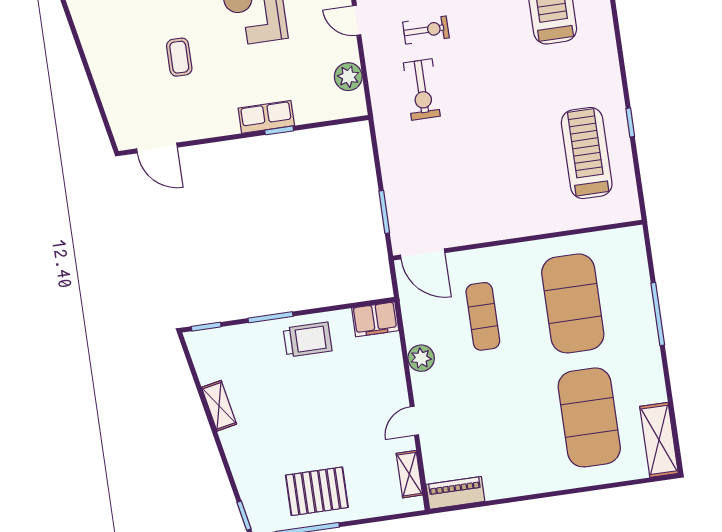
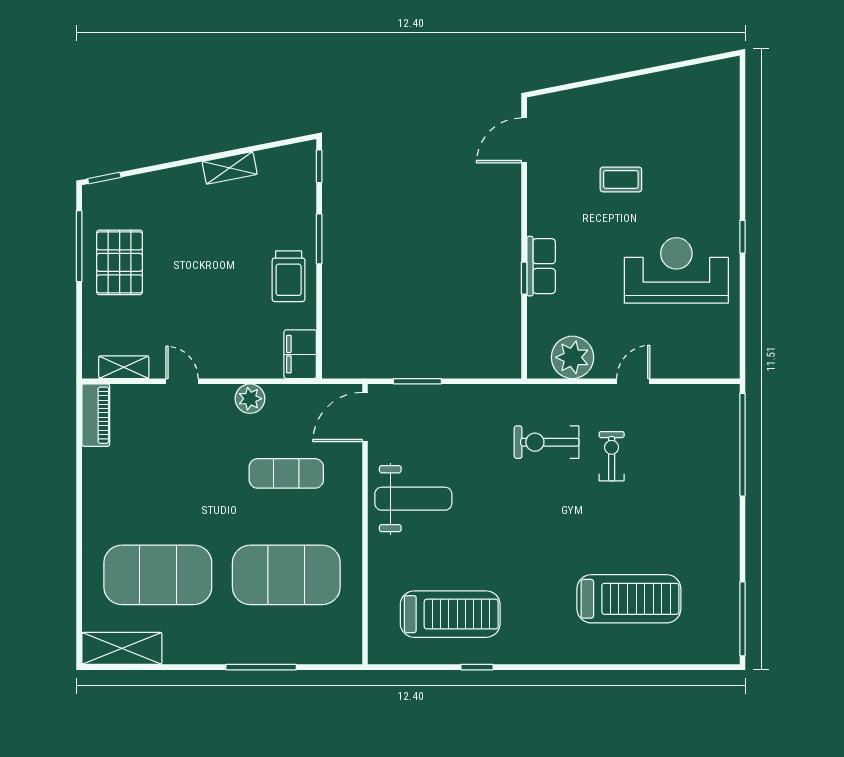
exercise bike: (426, 30) -> (612, 456), turned 180
plant: (348, 77) -> (572, 357), width x1.36, depth x1.36
weight bench: (489, 200) -> (413, 499), added

